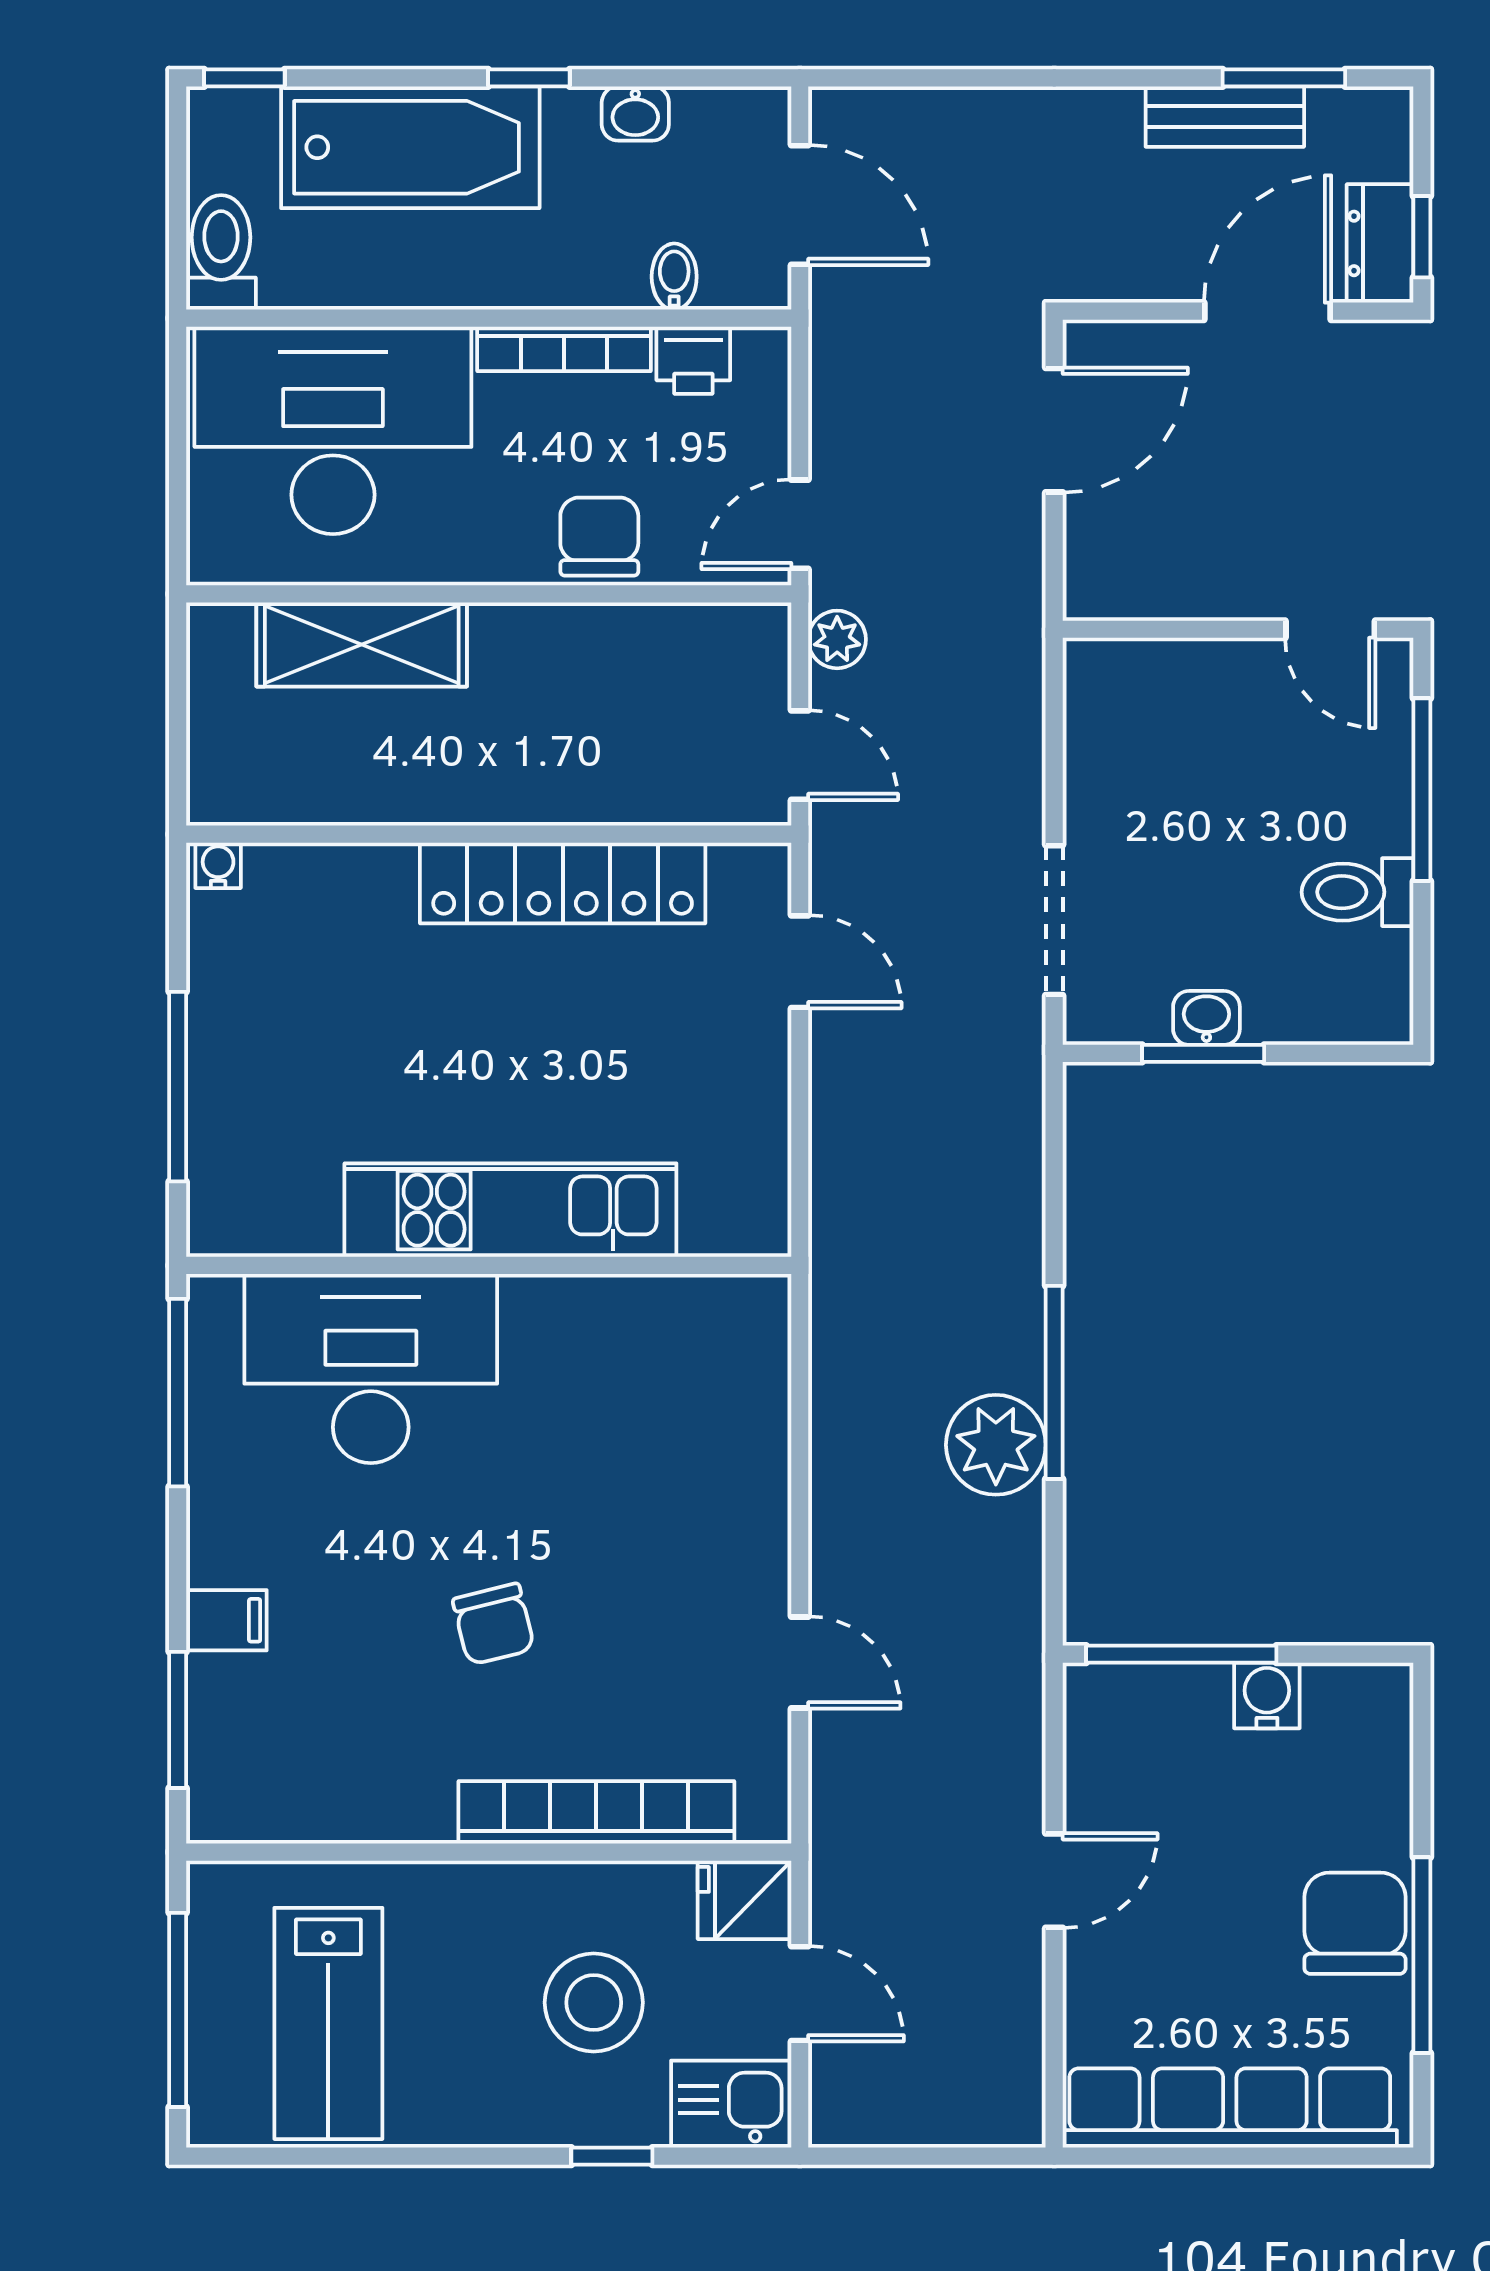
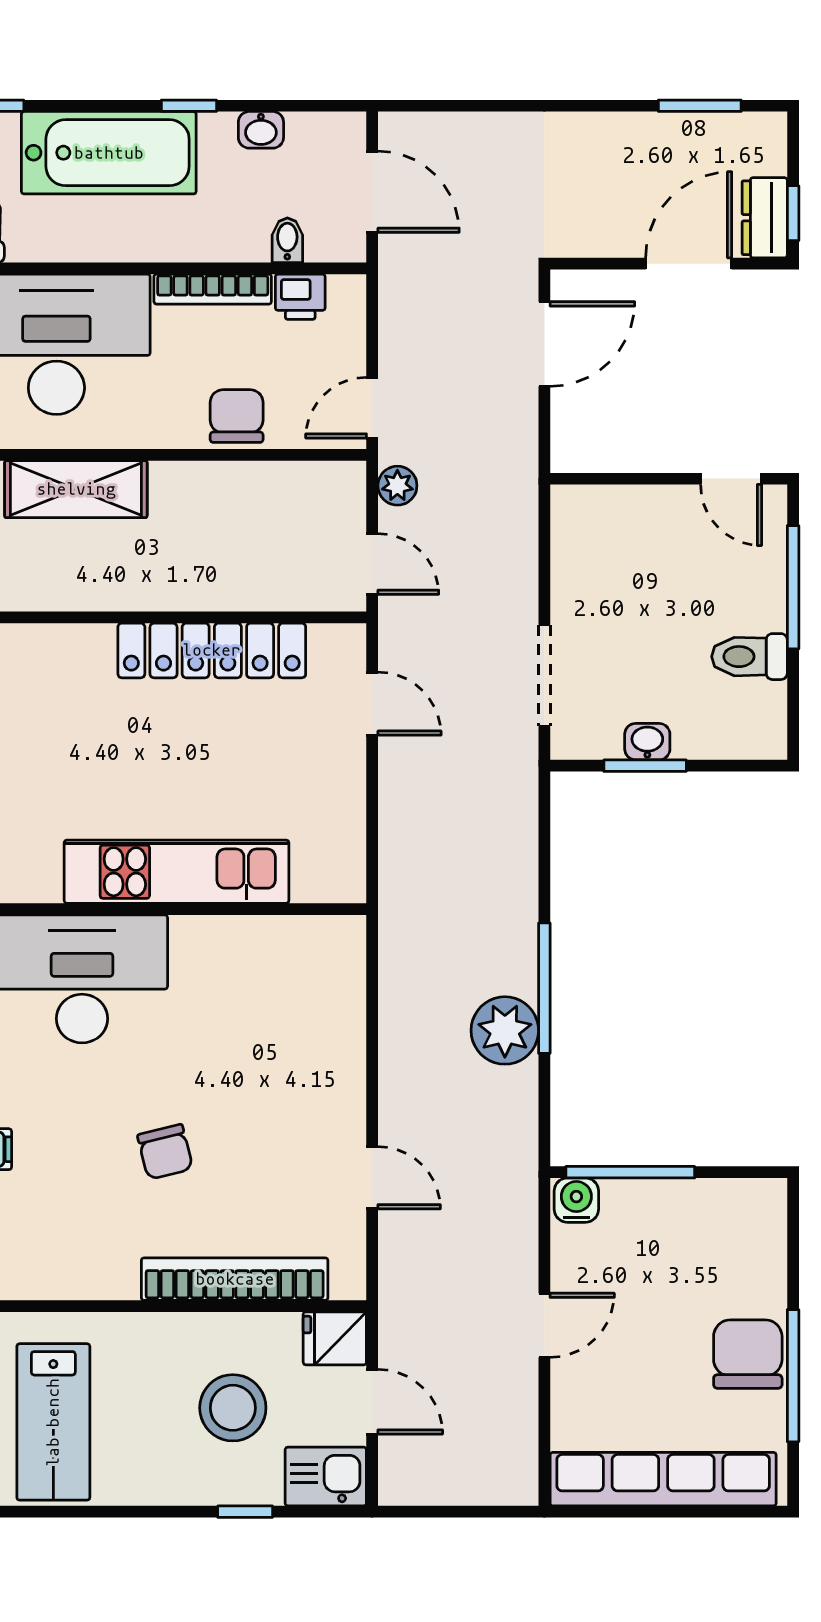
bench: (1225, 117) -> (660, 132), removed
water cooler: (1267, 1696) -> (576, 1200), moved

